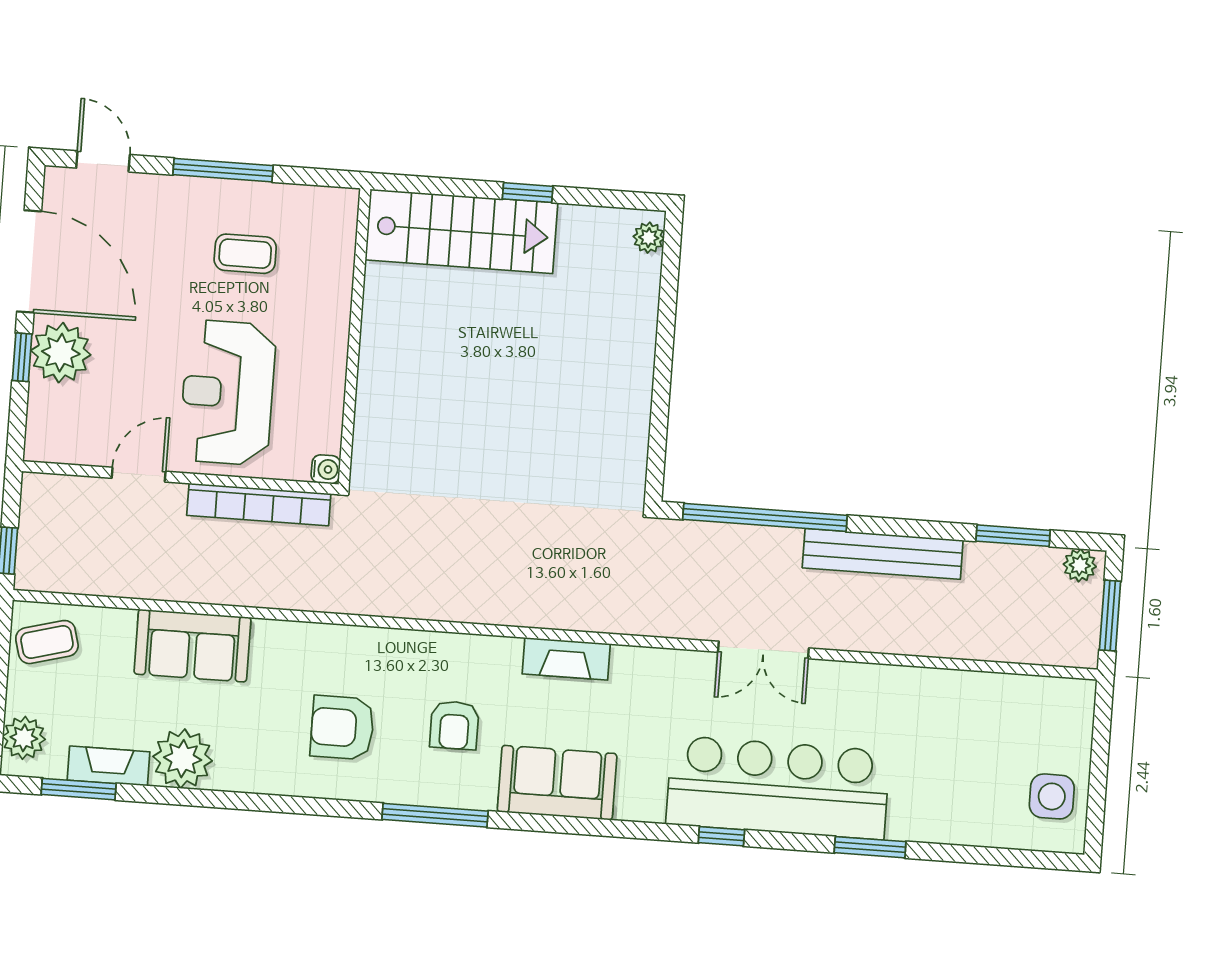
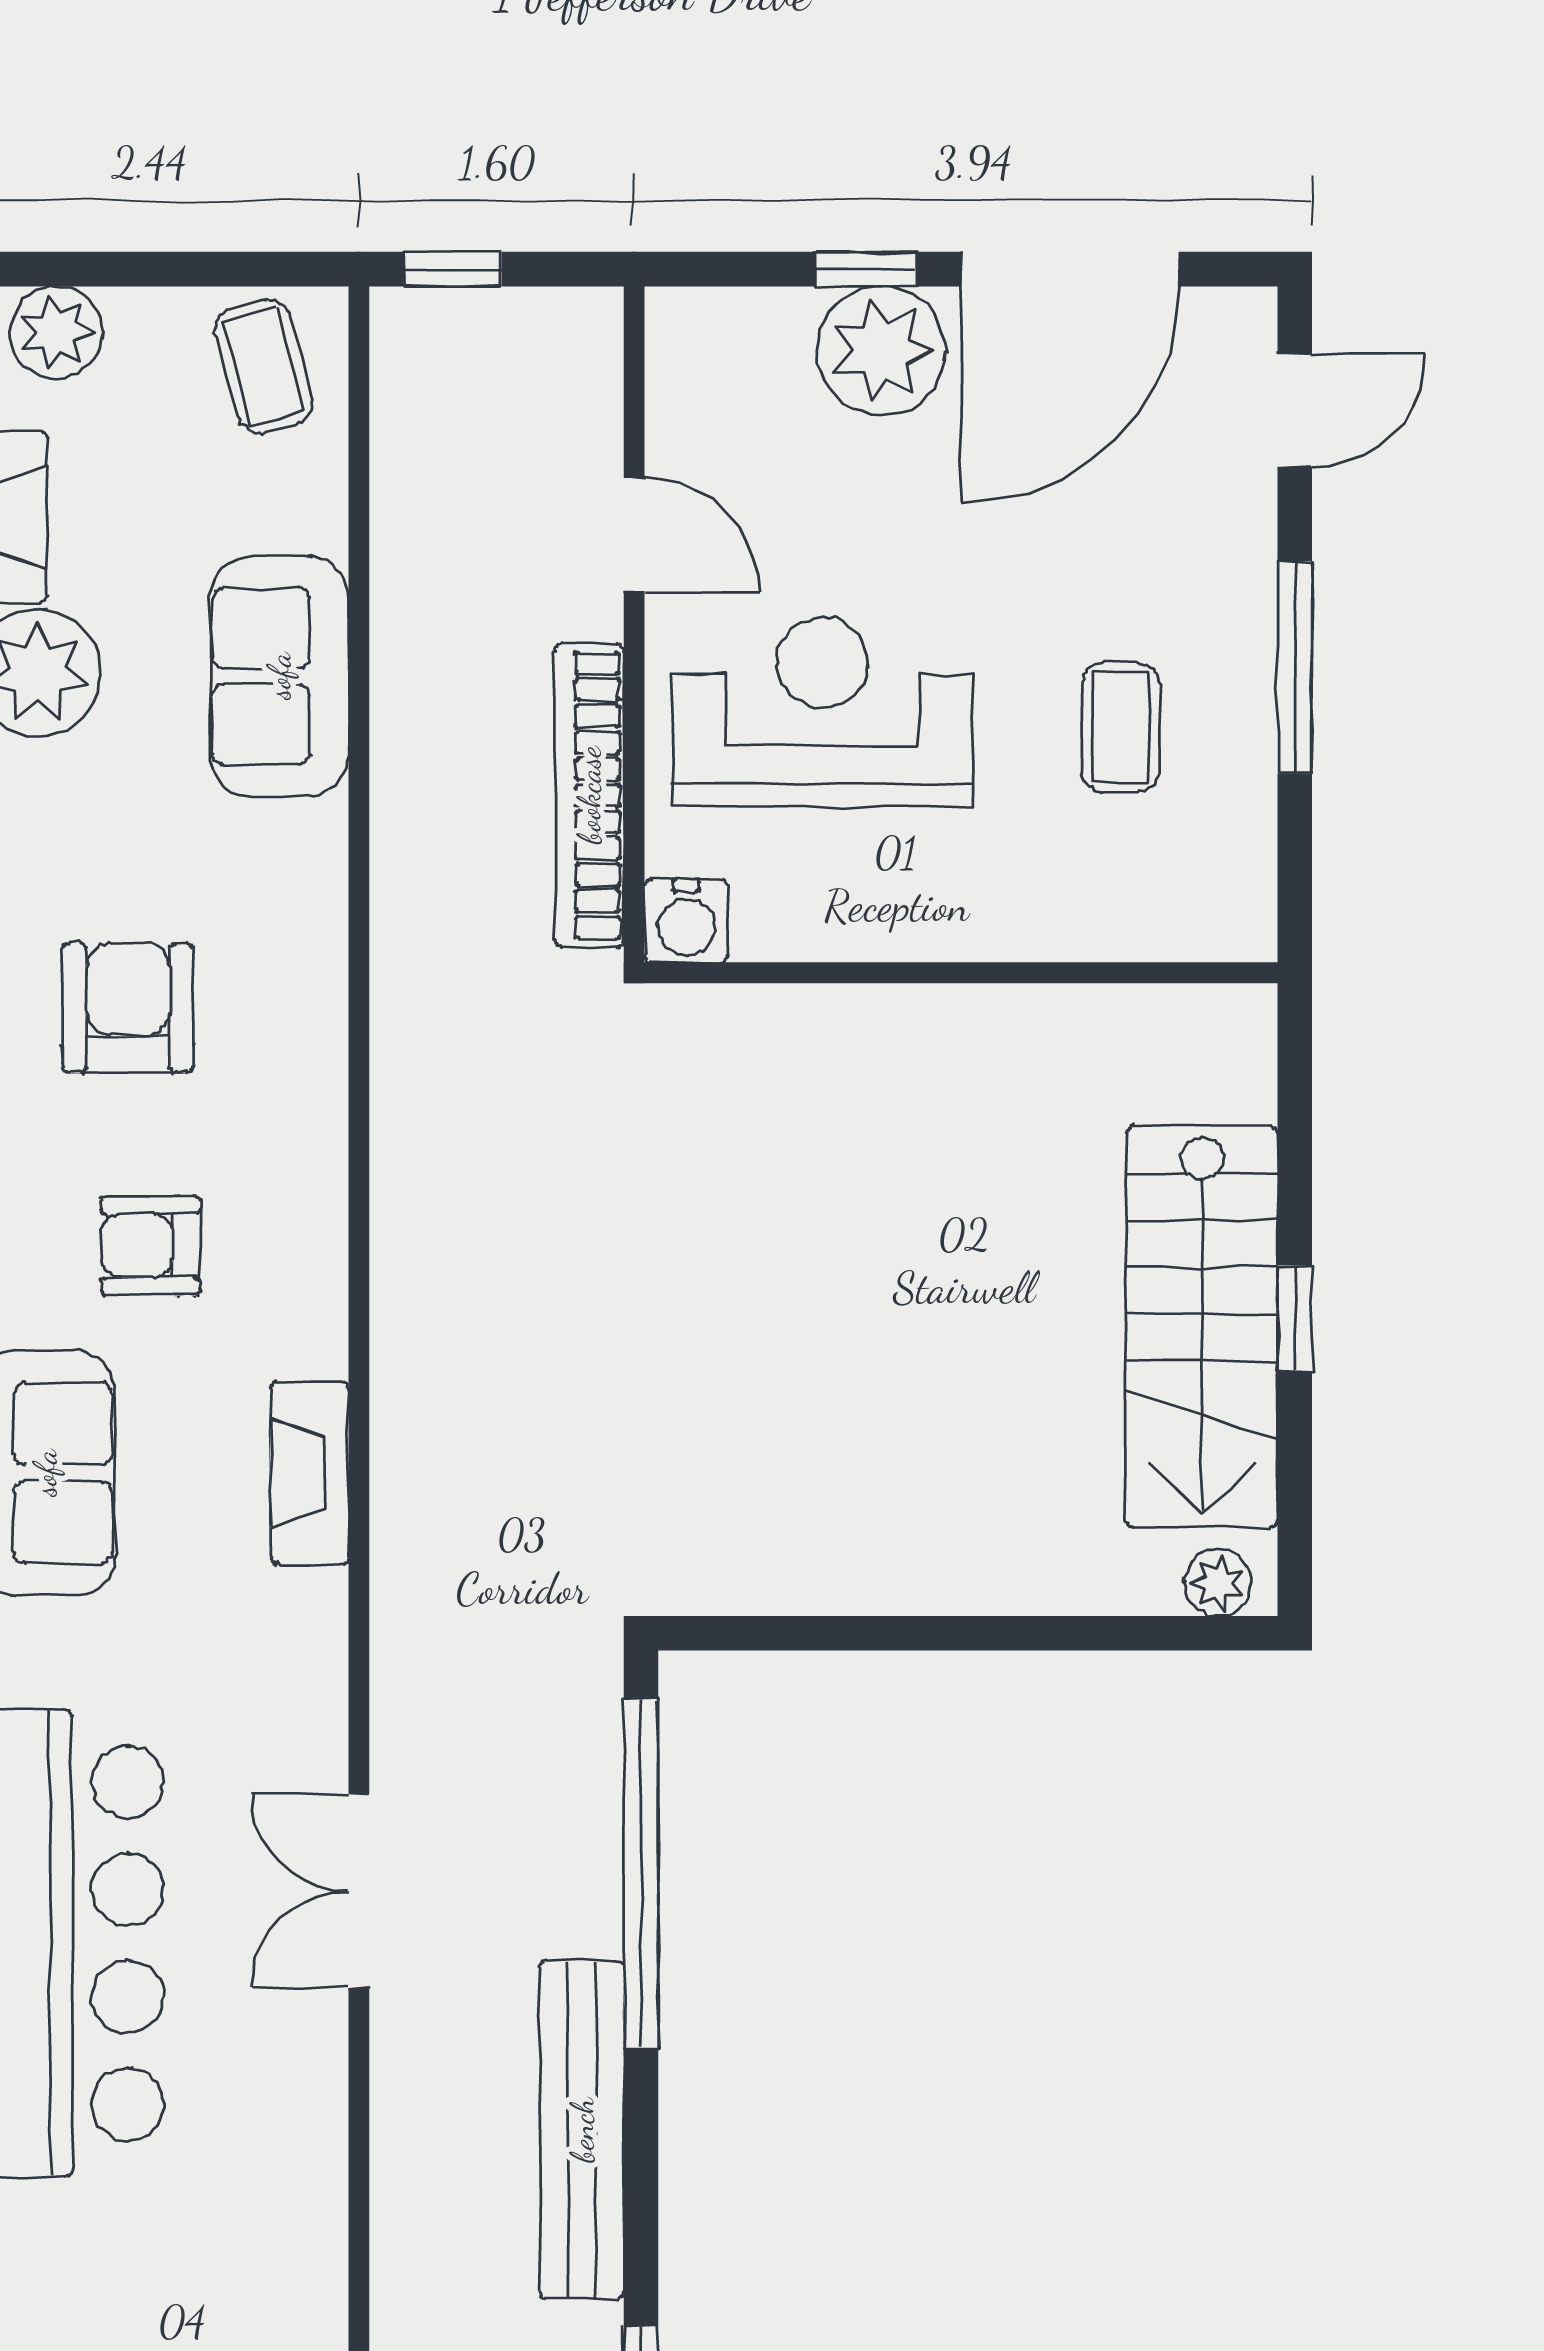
stairs: (461, 231) -> (1202, 1327), moved
water cooler: (326, 469) -> (686, 921), width x1.38, depth x1.38

